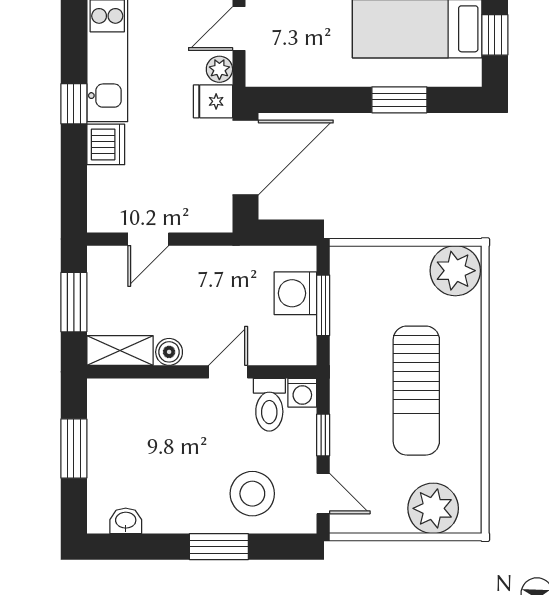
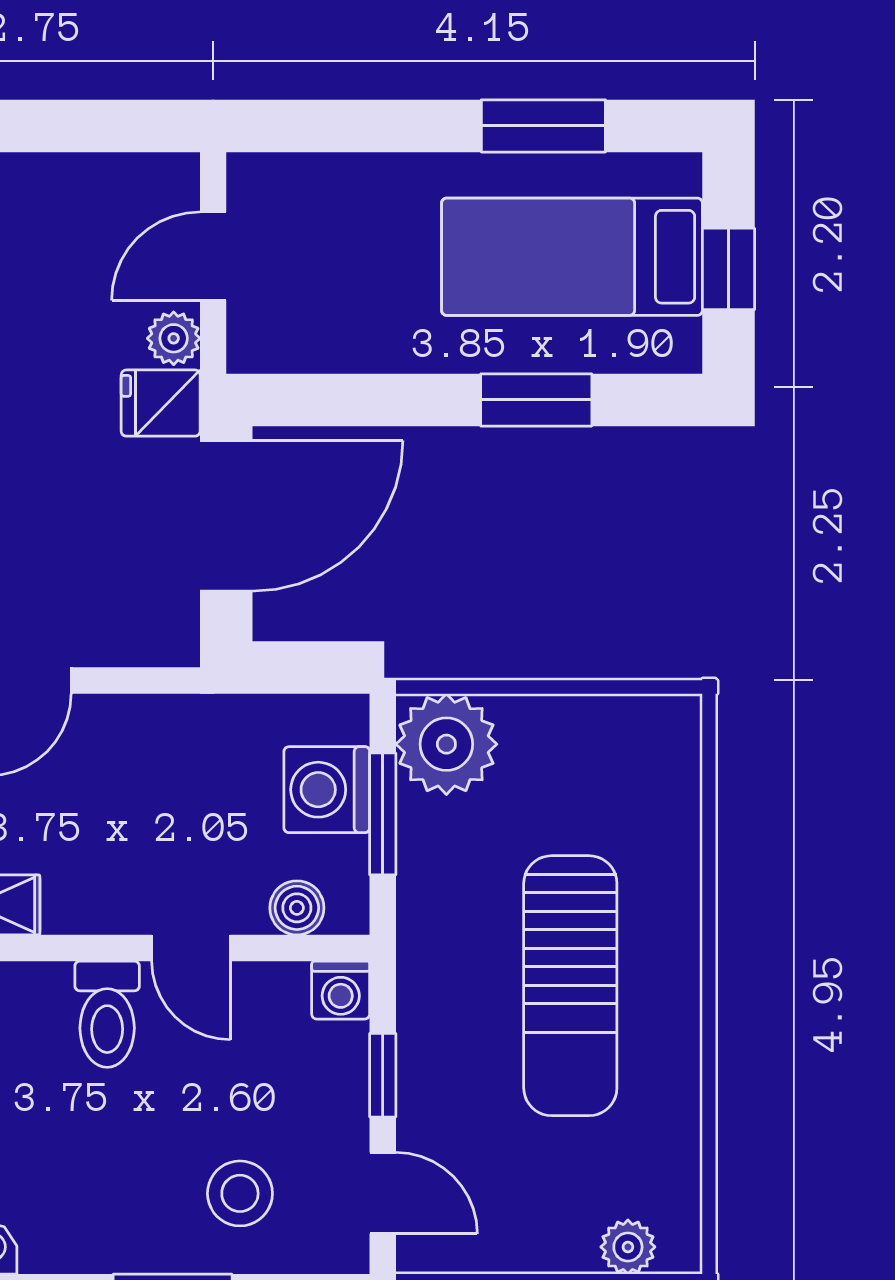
plant: (455, 271) -> (446, 744), moved
boiler: (169, 352) -> (297, 908), moved
door: (228, 372) -> (191, 948), swing flipped
toilet: (269, 405) -> (107, 1014), moved
stool: (252, 494) -> (240, 1193), width x0.73, depth x0.73
plant: (433, 508) -> (628, 1247), width x0.53, depth x0.53

